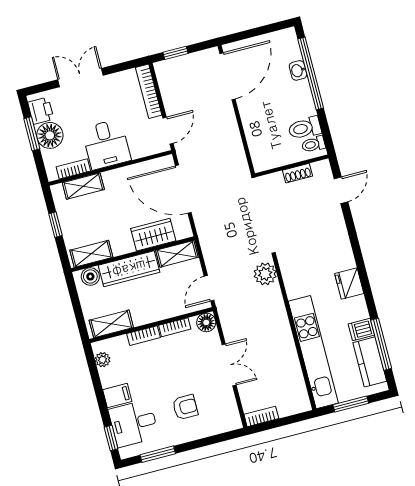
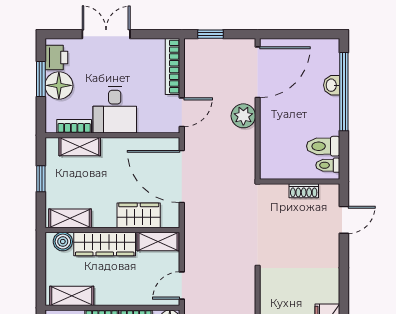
plant: (265, 274) -> (243, 116), moved

